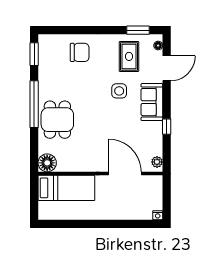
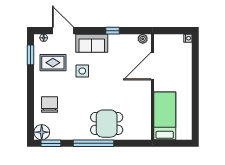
floor lamp: (47, 163) -> (42, 132), moved

